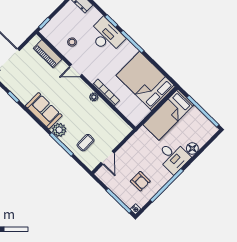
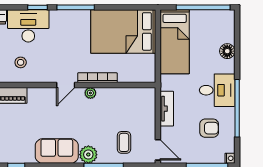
desk: (106, 36) -> (28, 26), moved
door: (76, 70) -> (66, 85), moved
tv unit: (128, 147) -> (167, 109), added
desk: (173, 157) -> (217, 90), moved
door: (108, 158) -> (158, 150), moved

